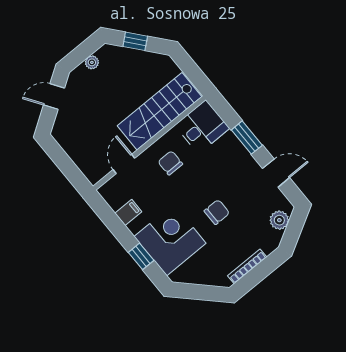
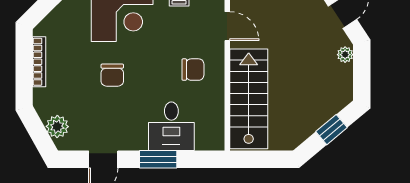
plant: (92, 62) -> (345, 55), moved
desk: (202, 127) -> (171, 126), moved

